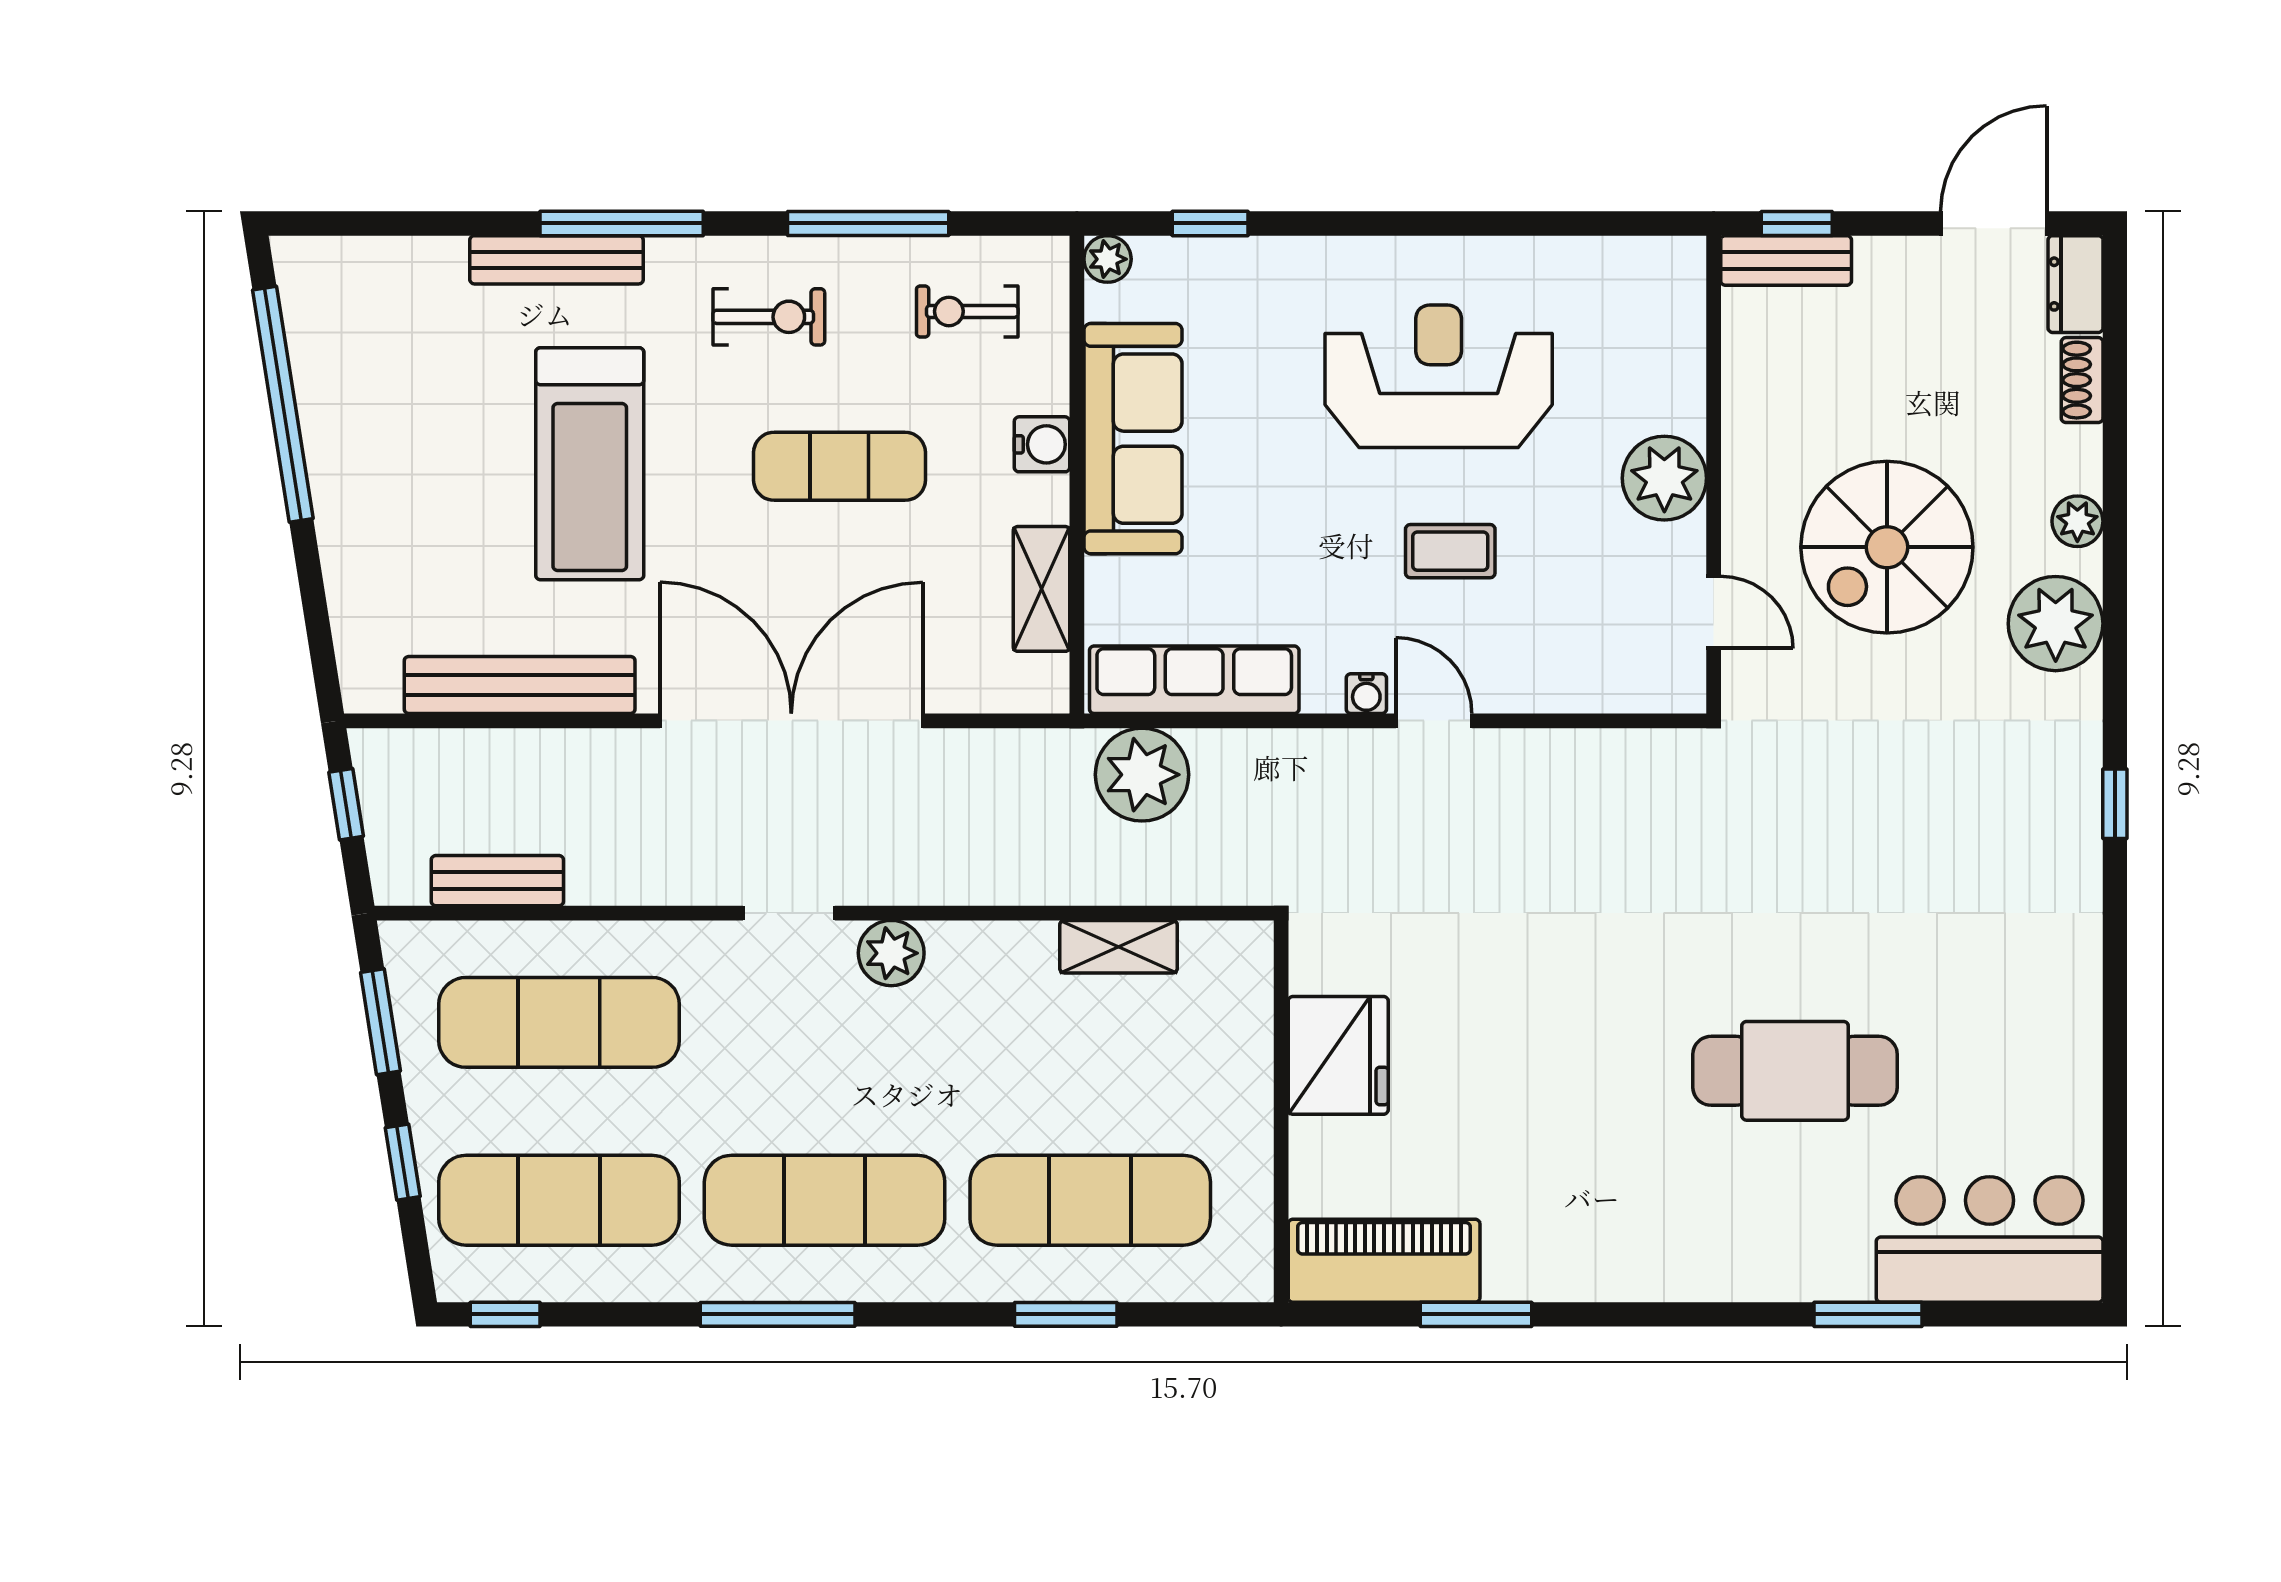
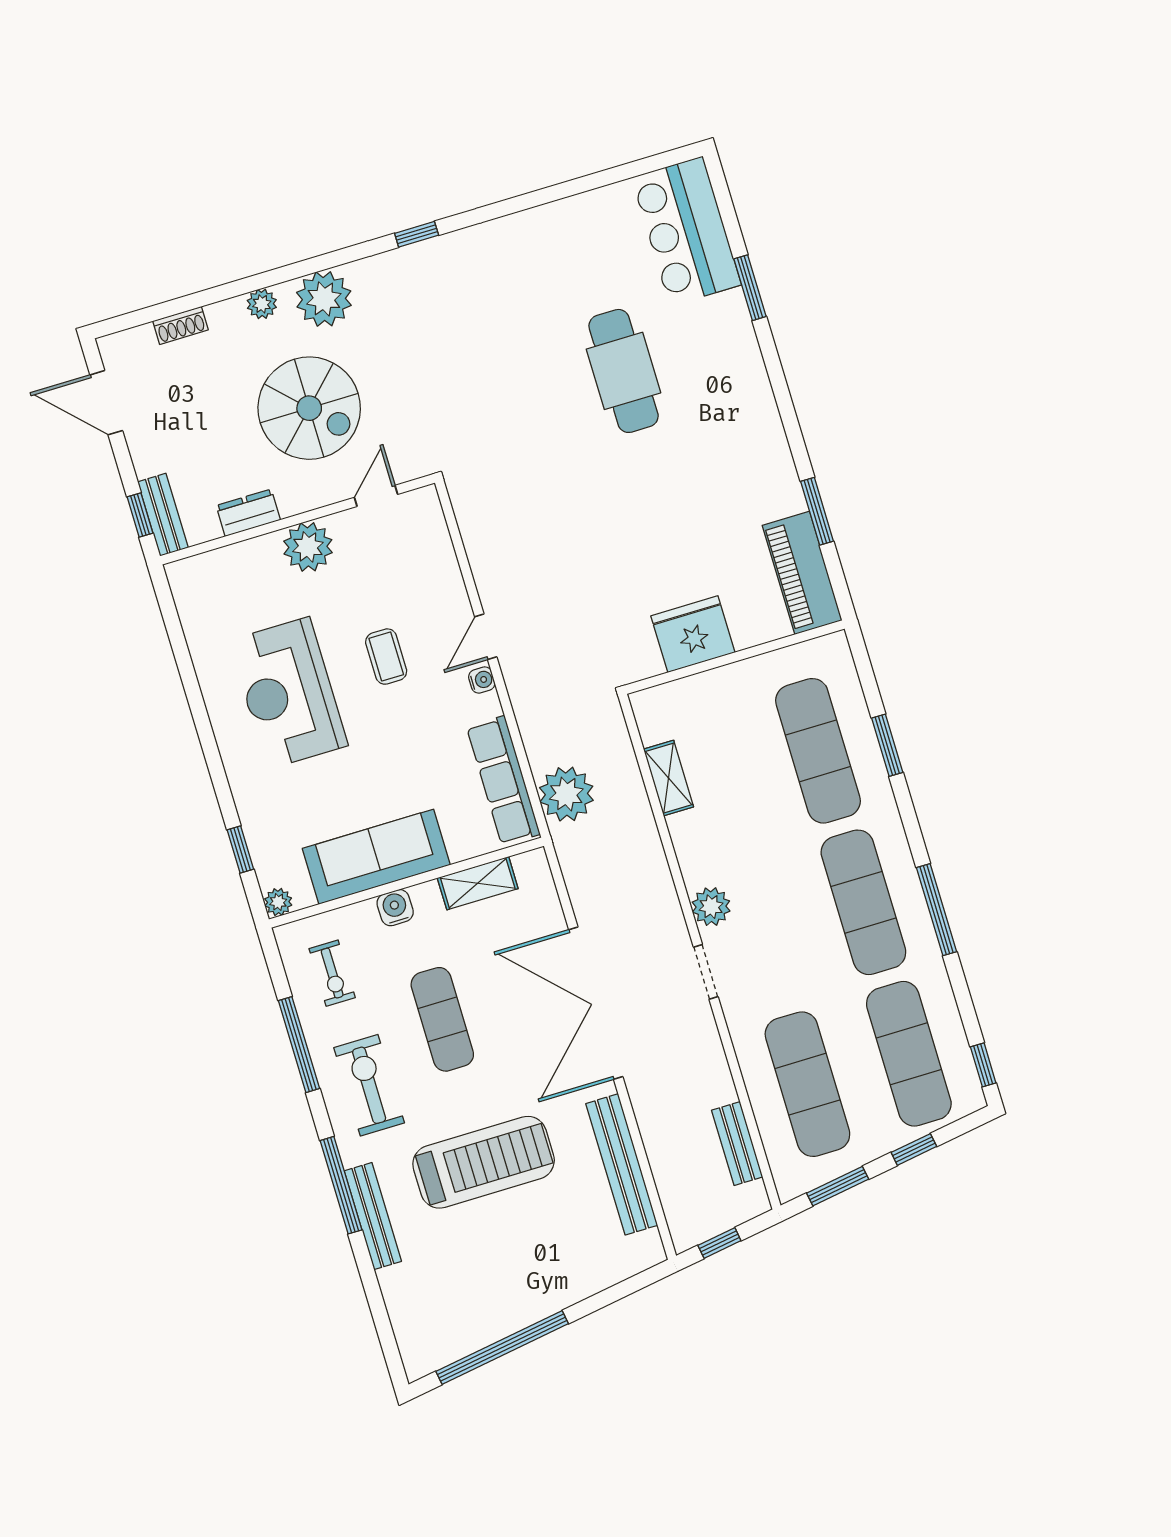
dresser: (2075, 284) -> (248, 513), moved, turned 180
exercise bike: (769, 317) -> (369, 1085), width x1.38, depth x1.39

